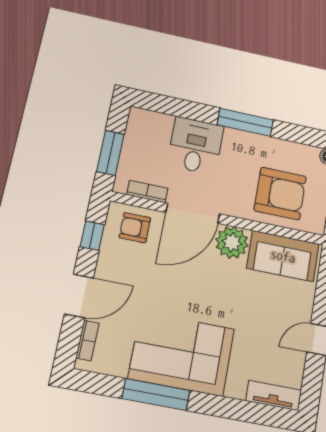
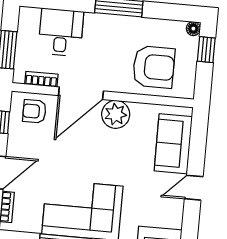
desk: (195, 146) -> (61, 32), moved
sofa: (283, 256) -> (173, 144), moved, turned 90

